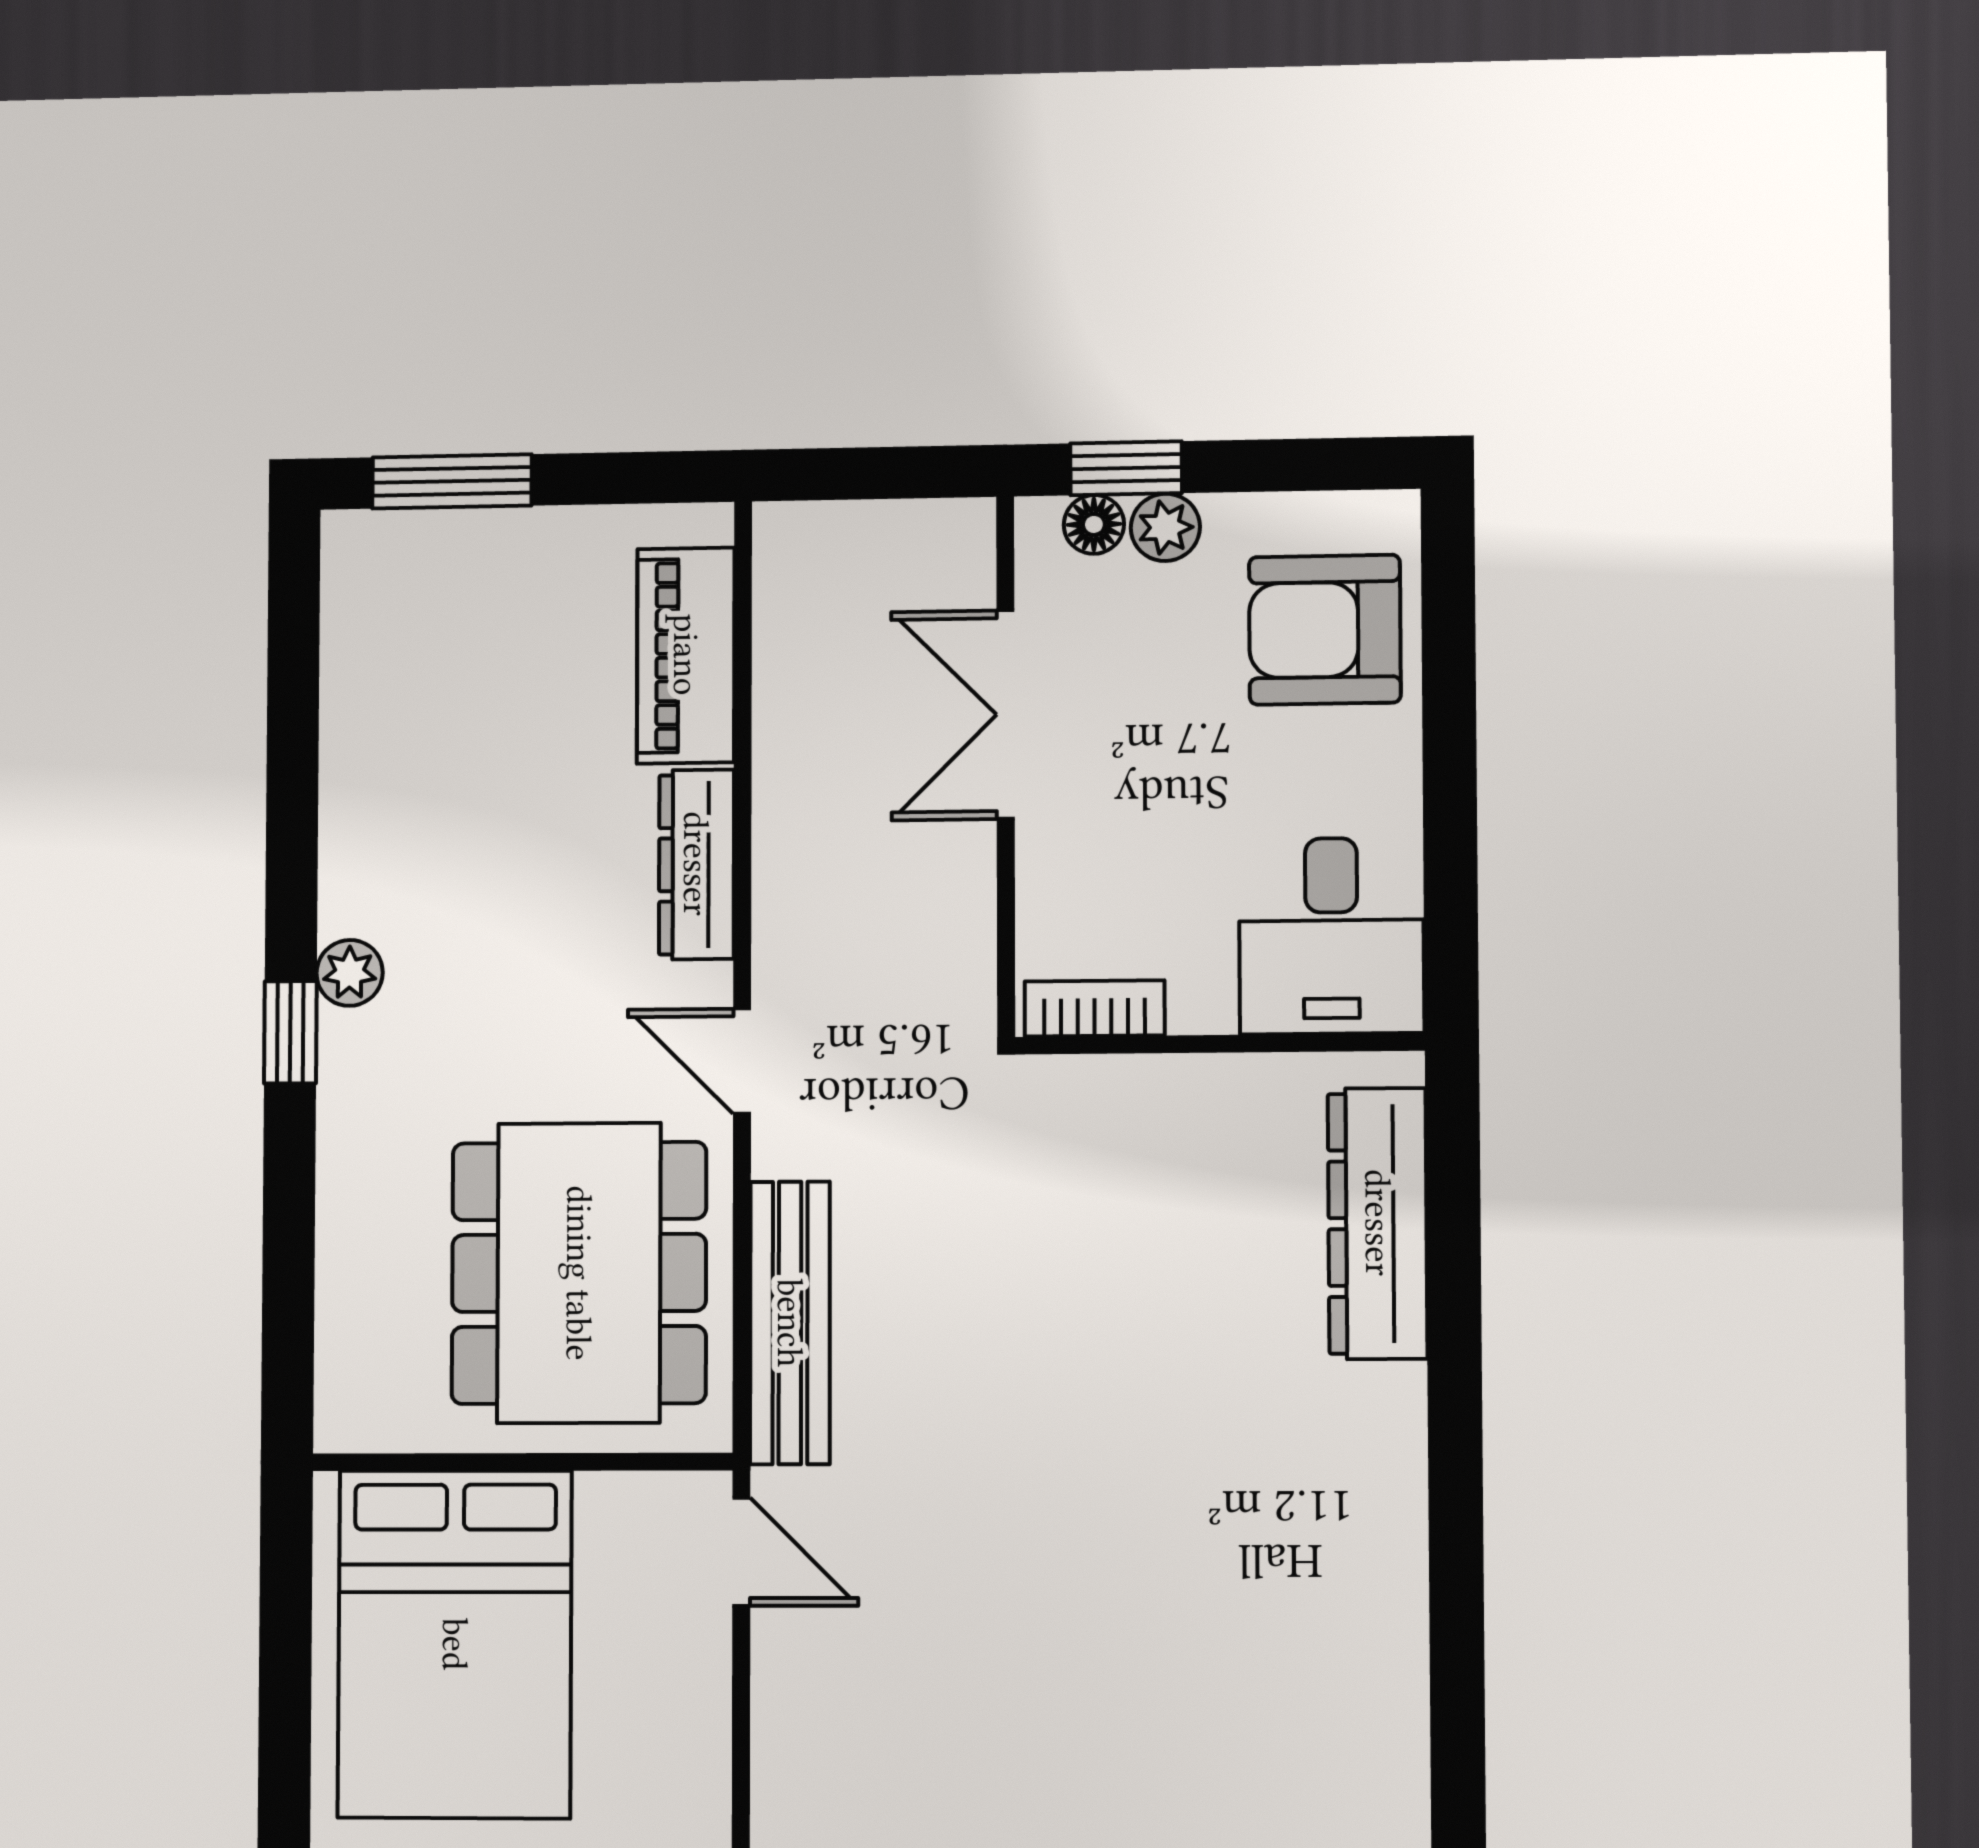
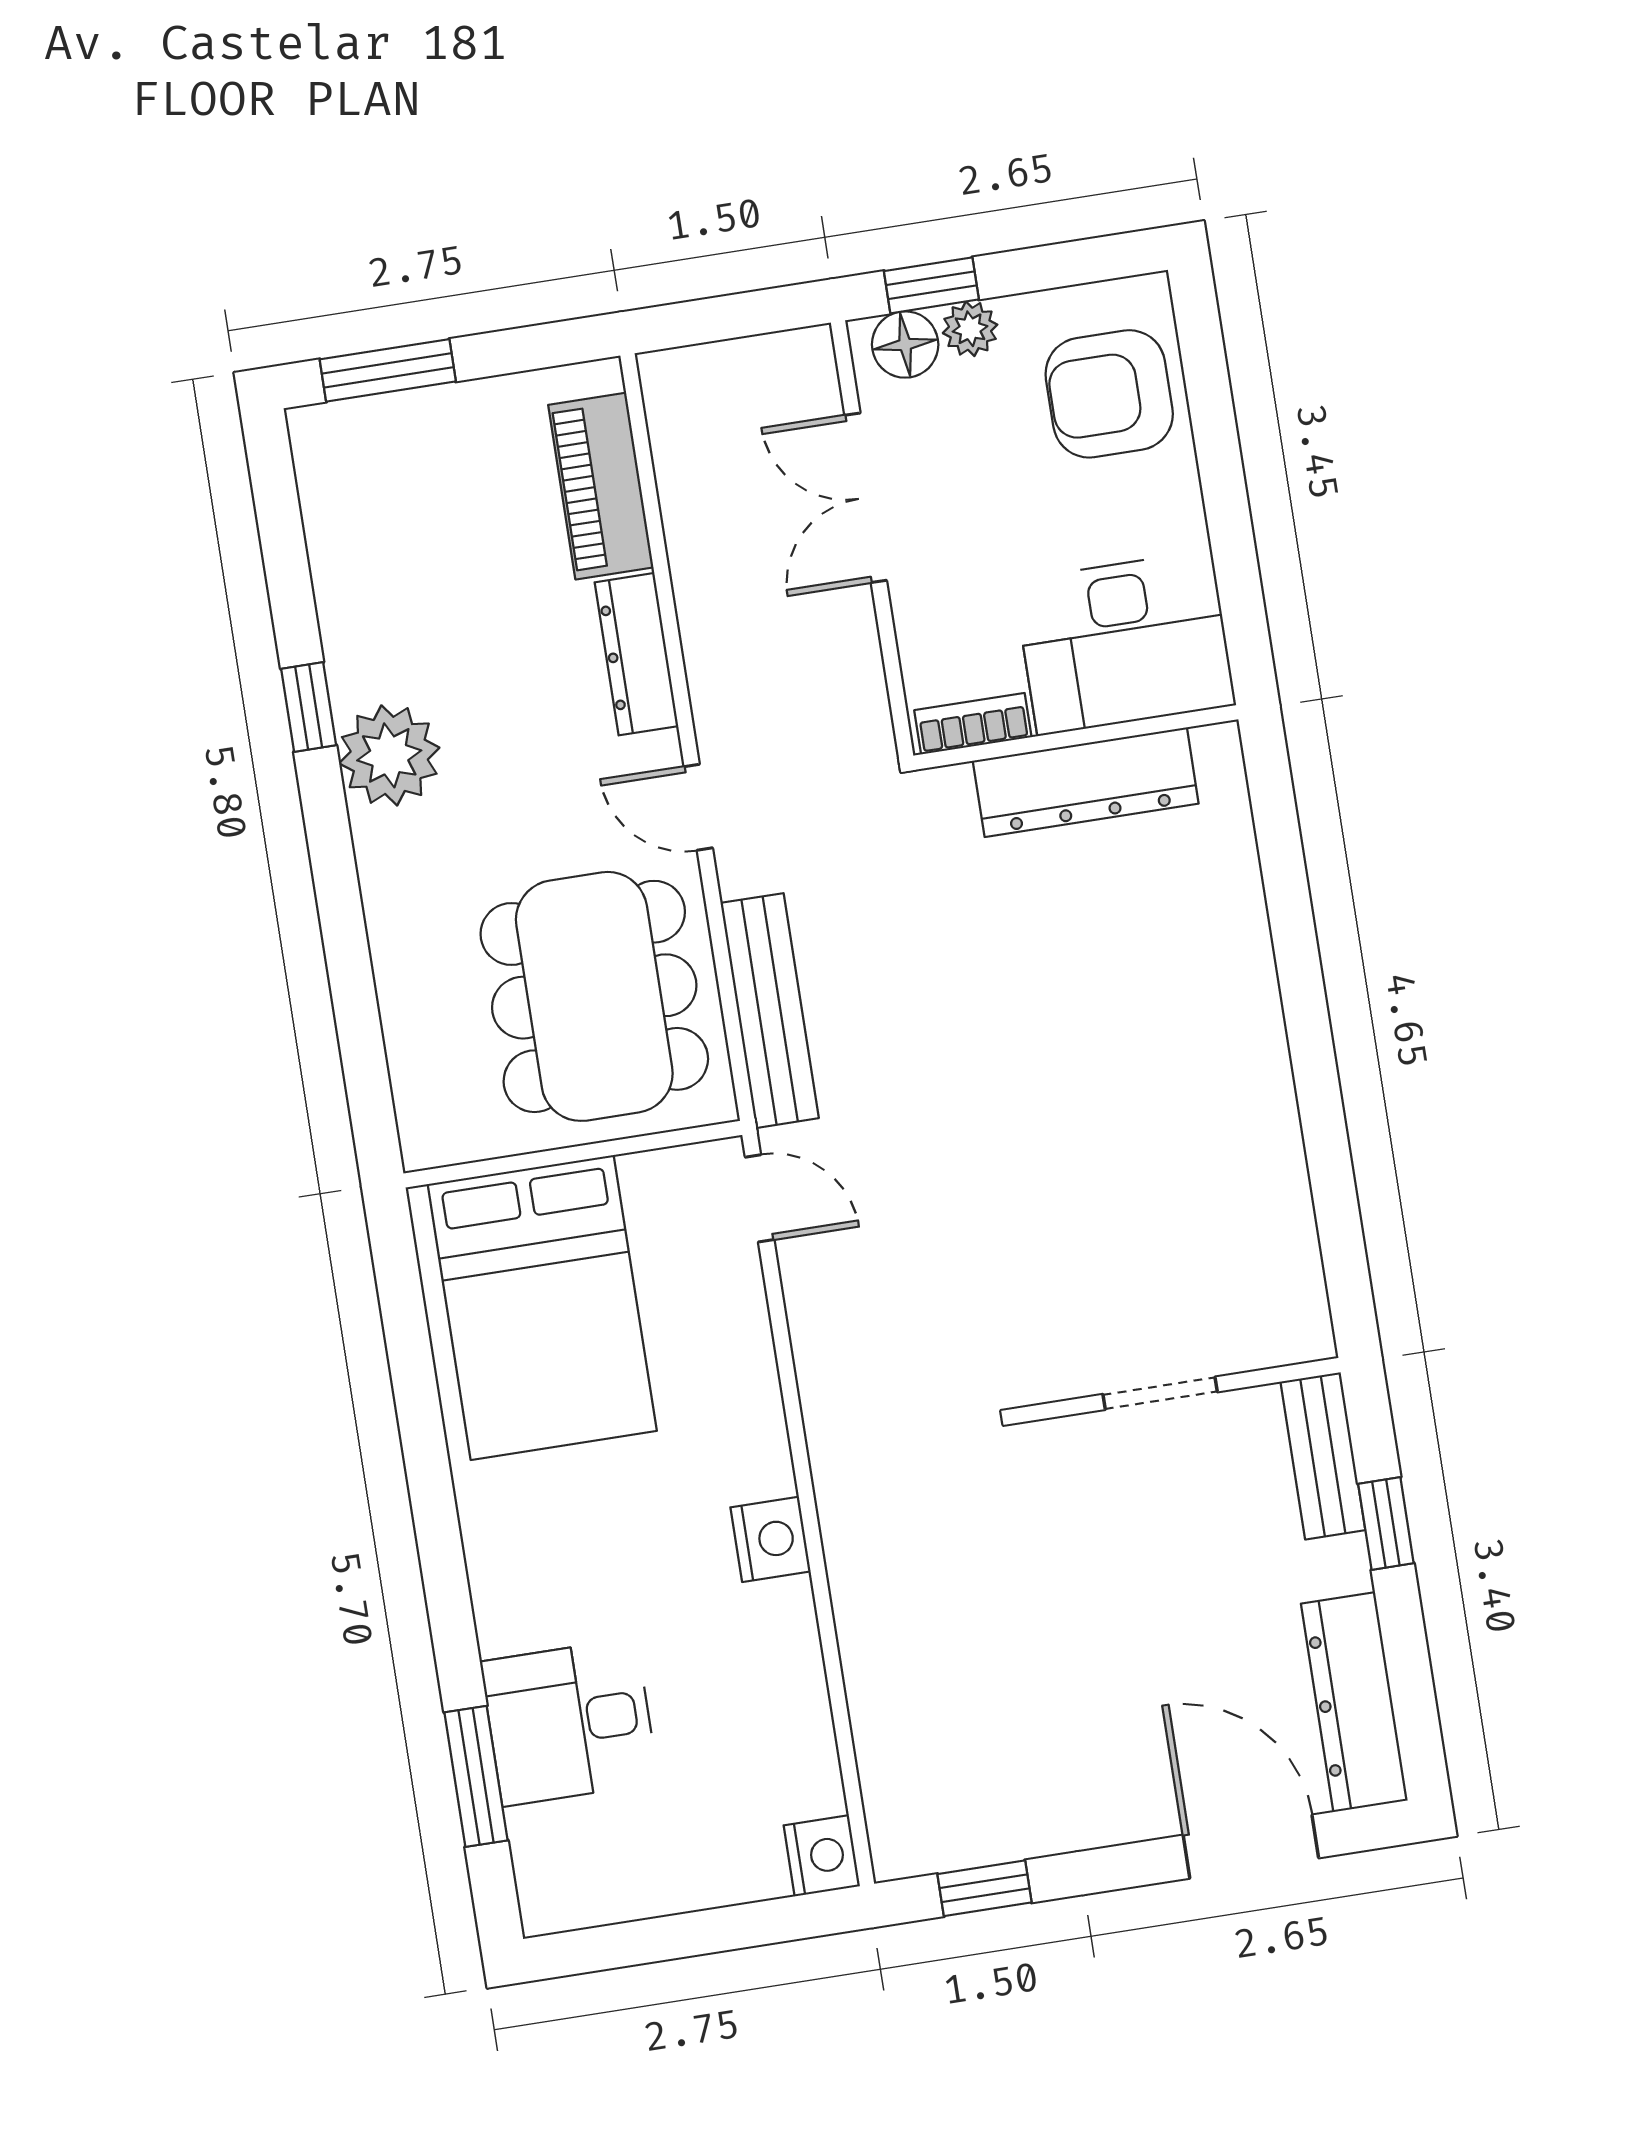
floor lamp: (1094, 524) -> (905, 345), width x1.37, depth x1.37
desk: (1331, 936) -> (1124, 643), width x1.37
plant: (350, 973) -> (389, 755), width x1.88, depth x1.88
window: (290, 1032) -> (309, 707), moved
dresser: (1378, 1223) -> (1086, 782), moved, turned -90

